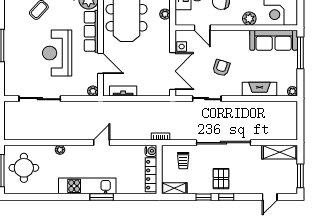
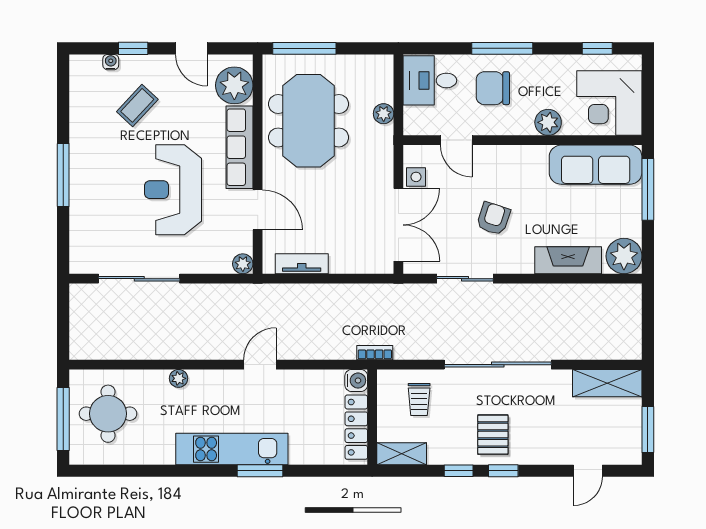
plant: (292, 91) -> (624, 256), width x1.87, depth x1.87

